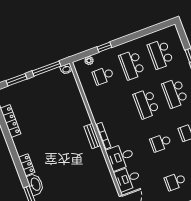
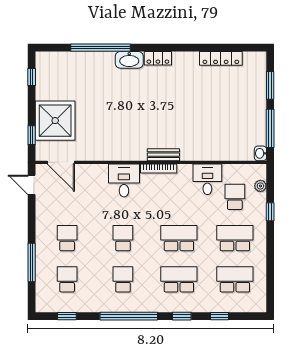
desk: (128, 179) -> (207, 179), moved

